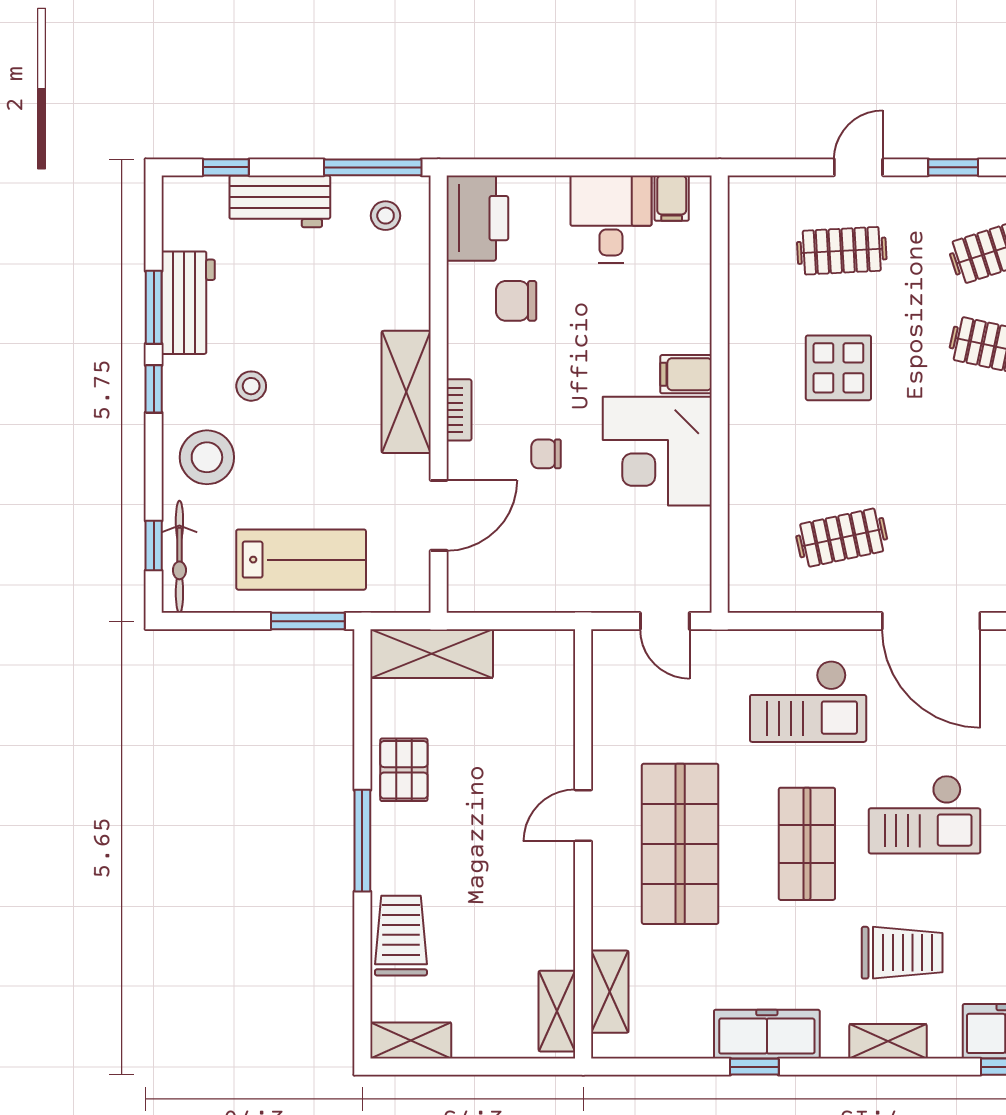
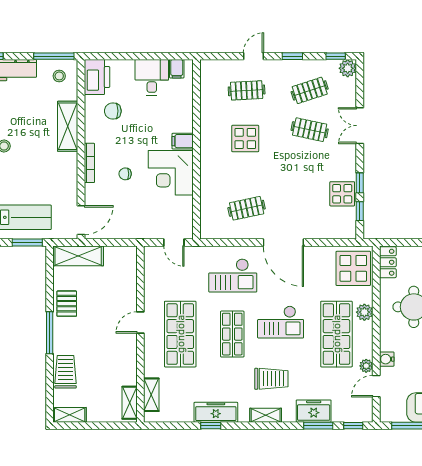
shelving: (406, 392) -> (68, 126), moved
bookcase: (459, 410) -> (89, 163), width x1.56
door: (439, 515) -> (81, 220), moved

